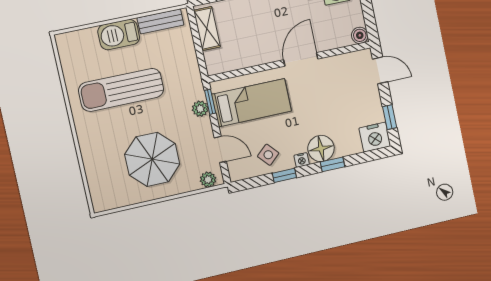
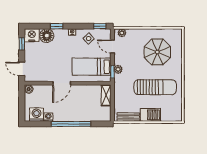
shelving: (207, 29) -> (106, 95), moved
floor lamp: (321, 148) -> (47, 36), moved
parasol: (152, 159) -> (157, 52), moved
window: (284, 175) -> (100, 26), moved

